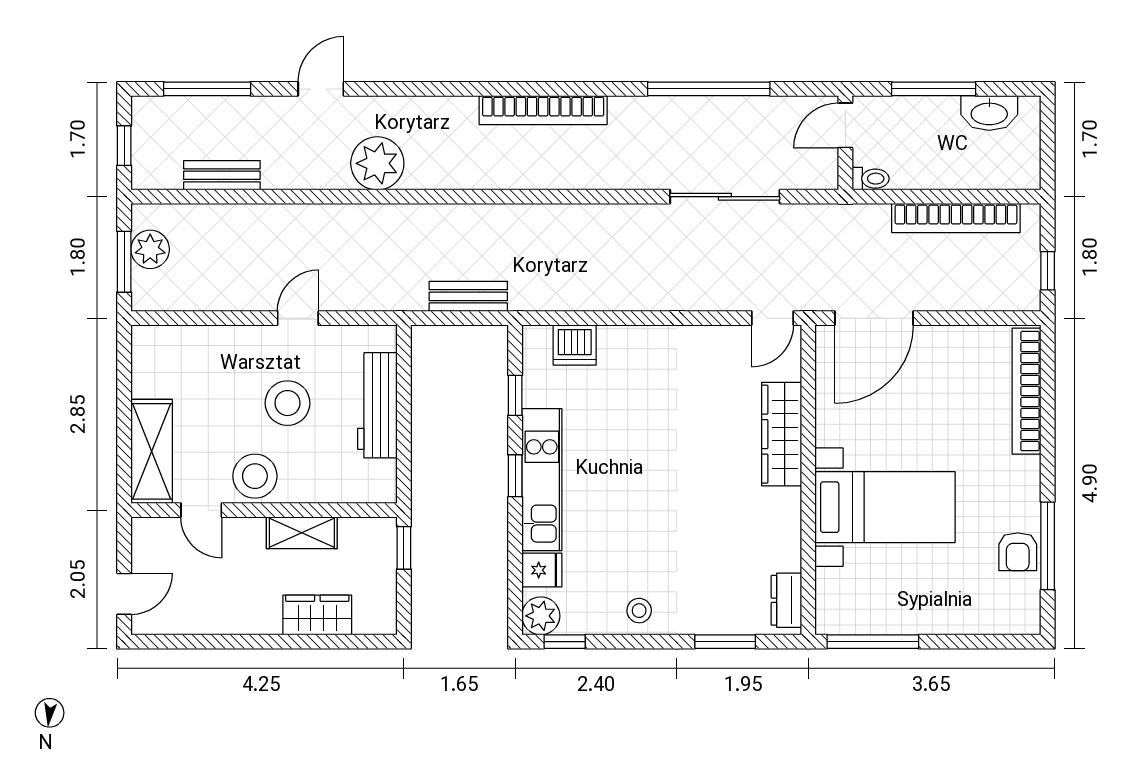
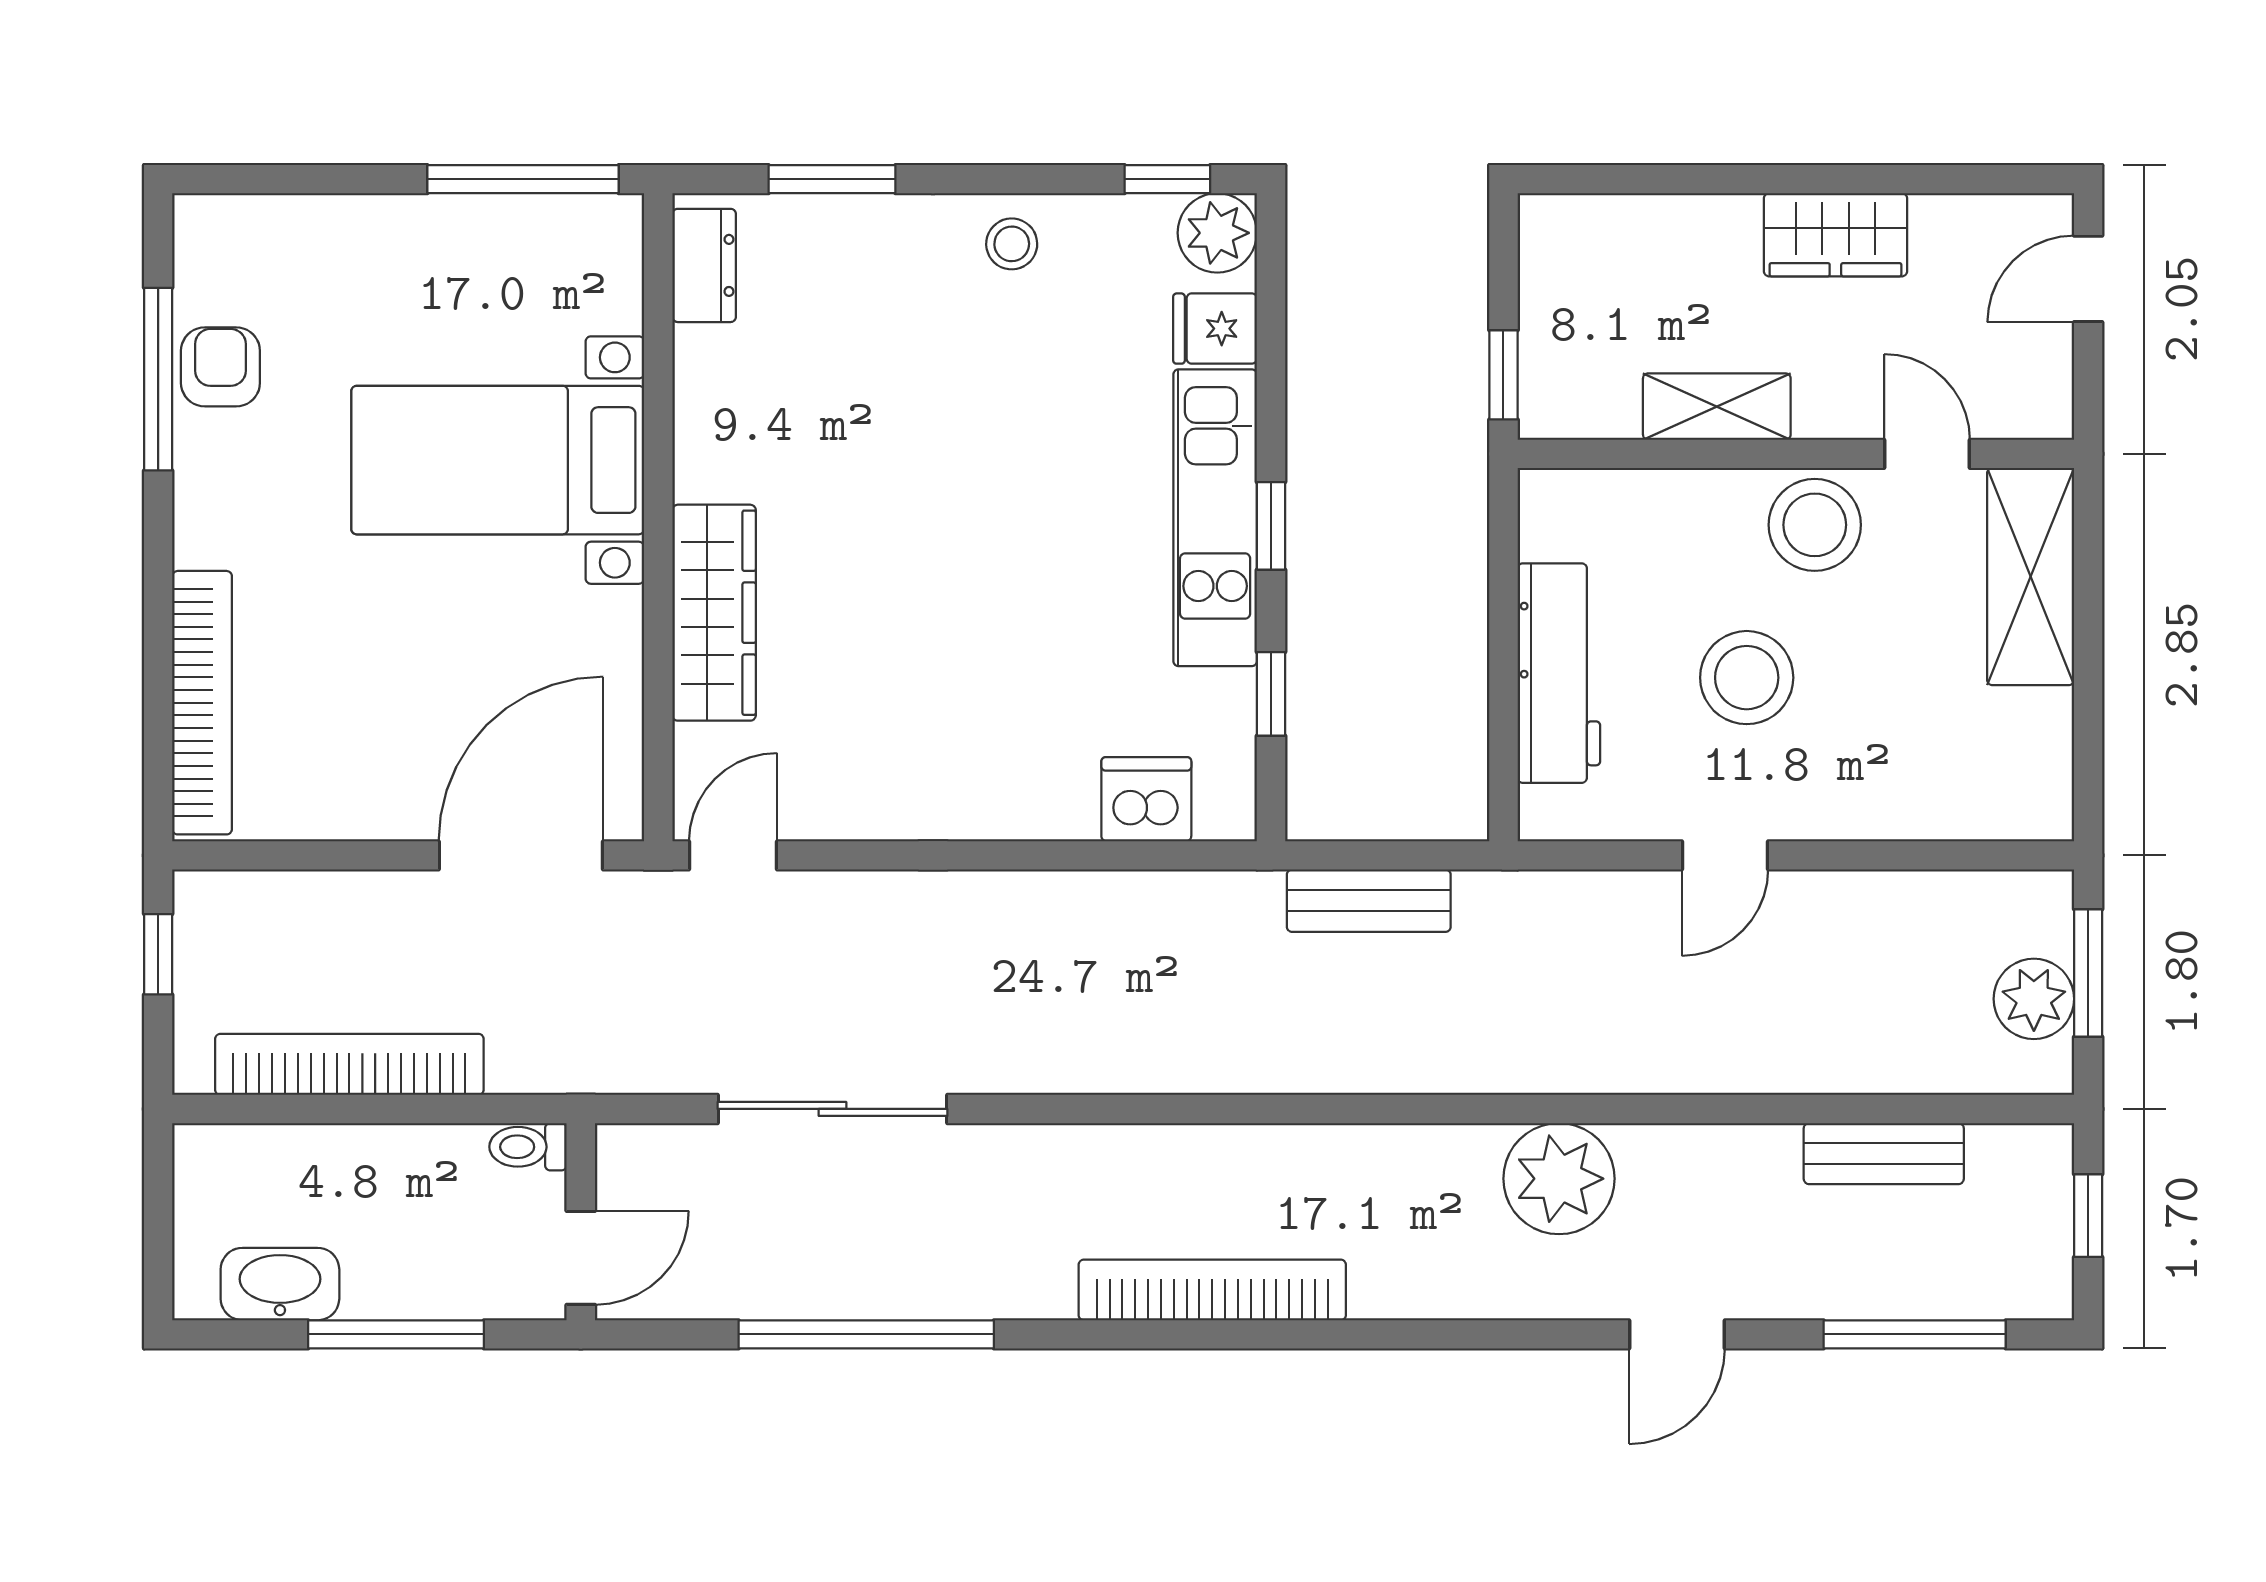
wardrobe: (317, 615) -> (1835, 235), moved

